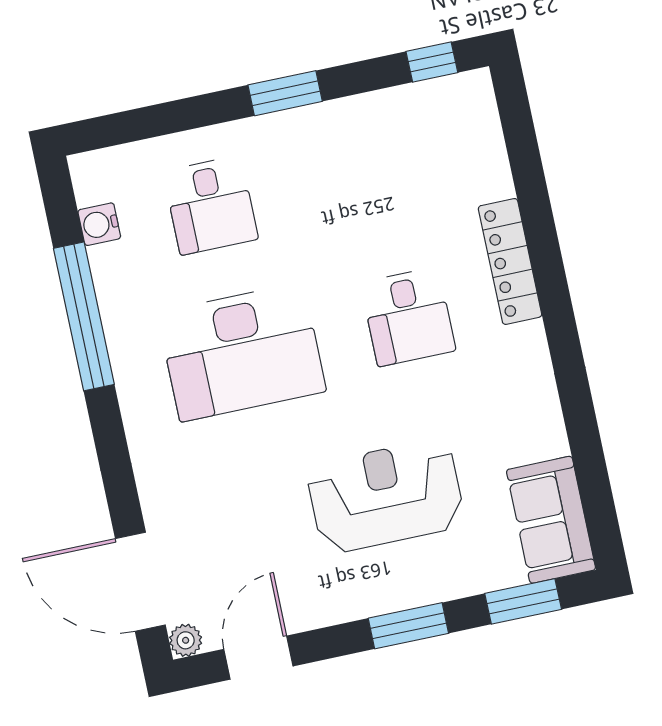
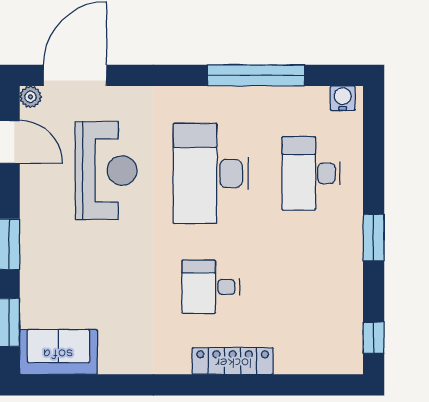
desk: (211, 205) -> (311, 173), width x1.37
water cooler: (99, 224) -> (343, 98), moved
reception desk: (386, 496) -> (106, 170), moved

